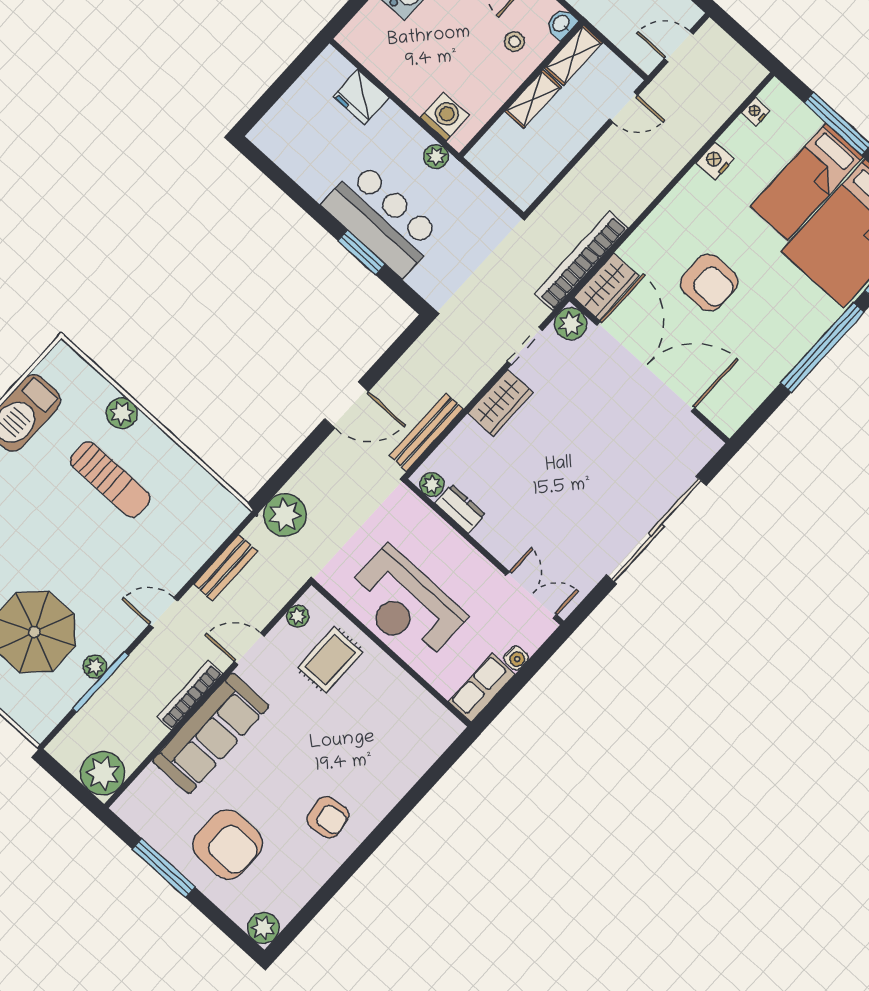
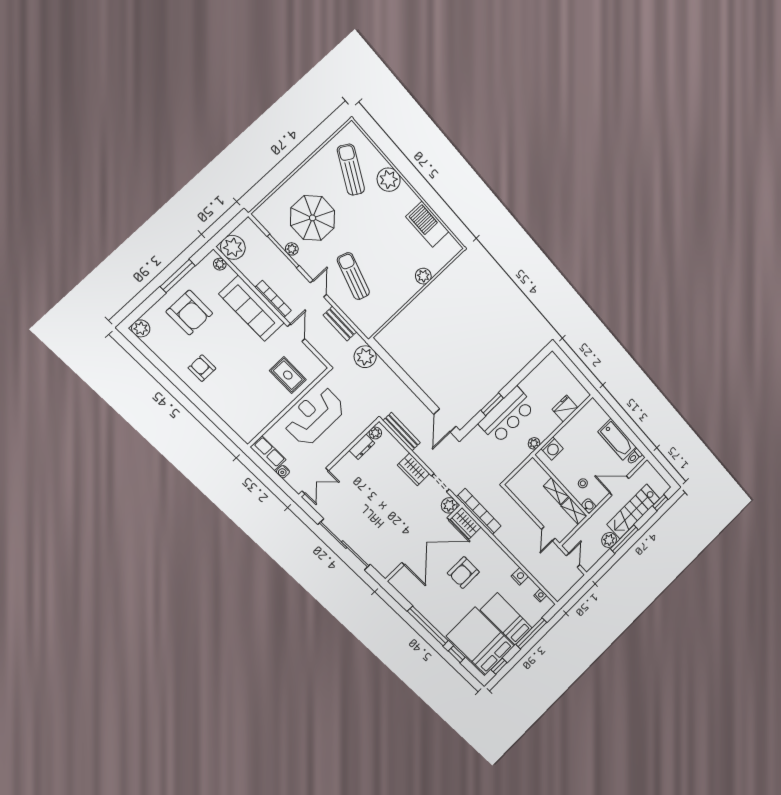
door: (346, 405) -> (445, 420), moved
sun lounger: (110, 480) -> (353, 276), moved, turned 108
plant: (298, 616) -> (220, 264), moved
armchair: (328, 817) -> (202, 368), turned 98
armchair: (228, 844) -> (189, 313), turned -90

